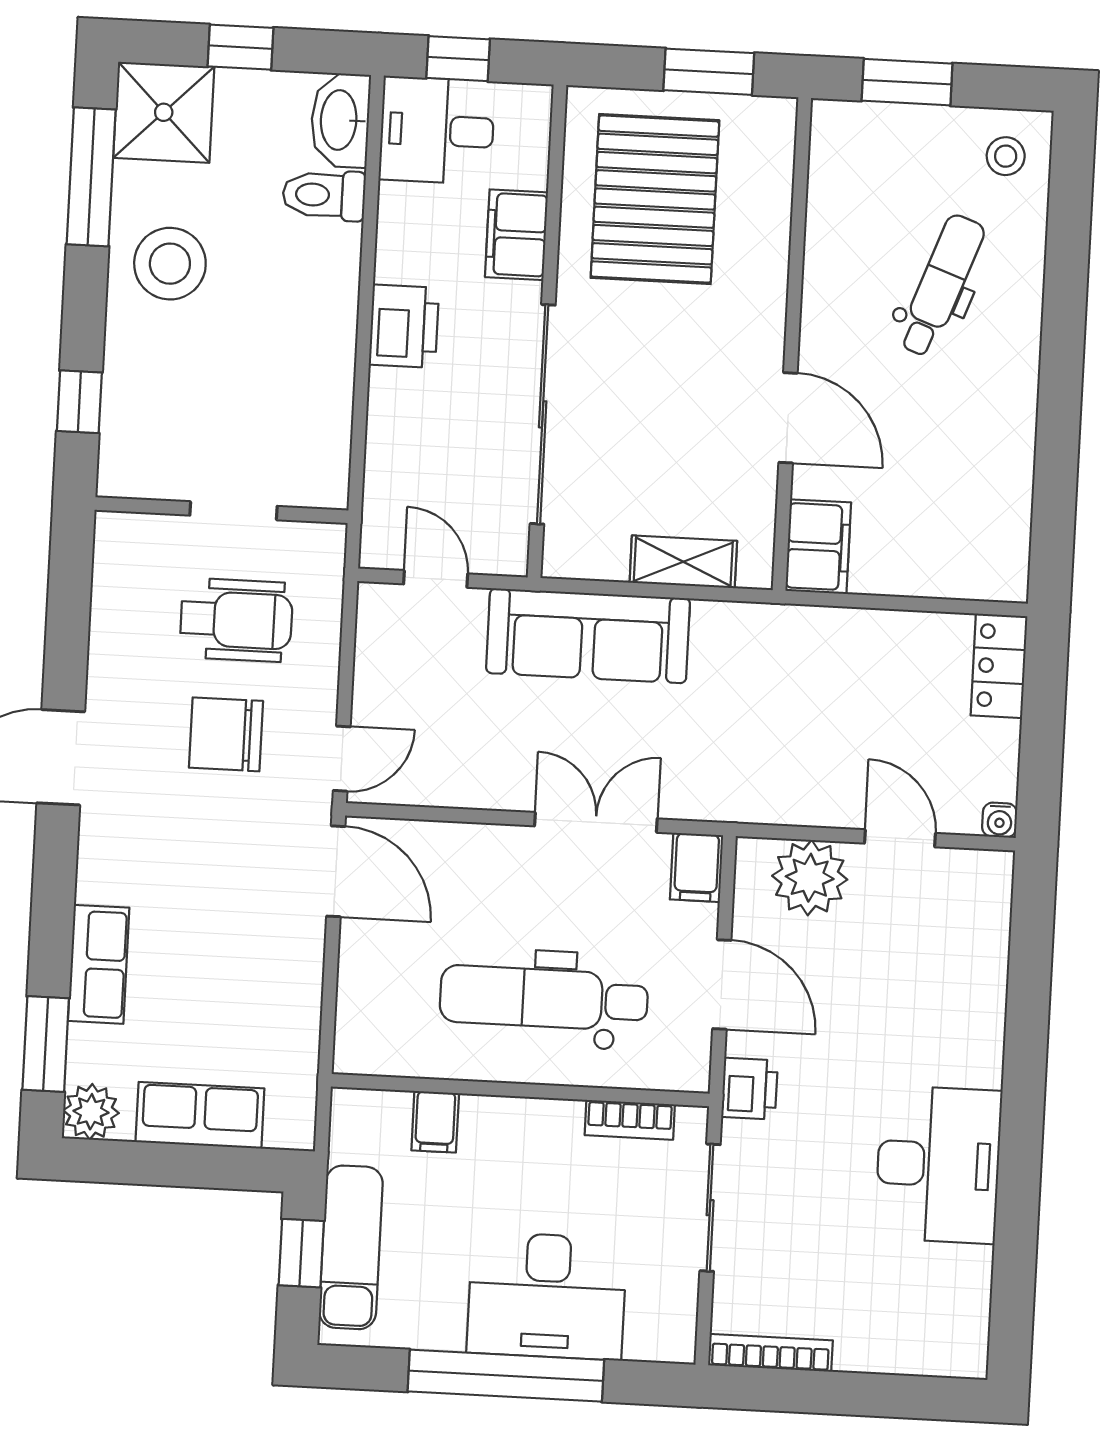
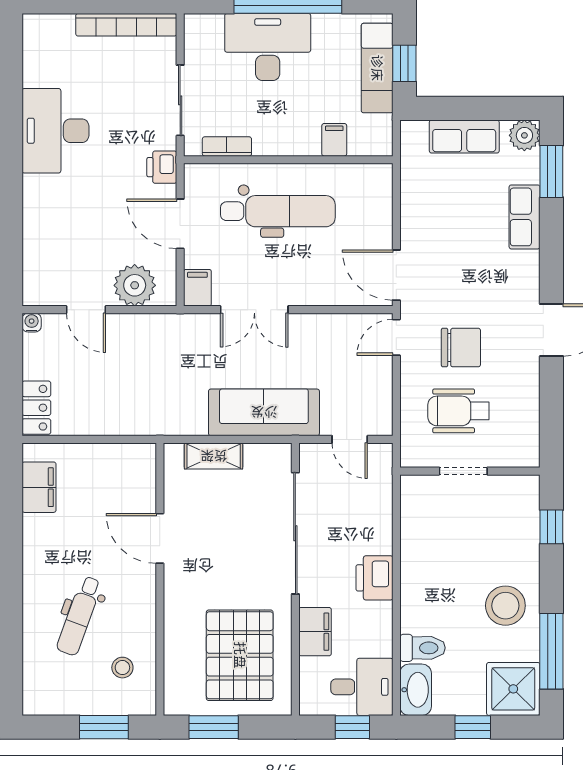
stool: (1006, 156) -> (122, 668), moved
filing cabinet: (818, 547) -> (39, 487), moved, turned 180
bookcase: (770, 1353) -> (126, 25), width x1.48, depth x1.31

